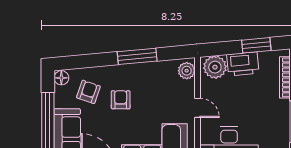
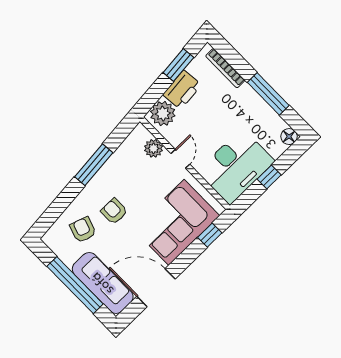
plant: (187, 71) -> (153, 148), moved
floor lamp: (61, 78) -> (51, 239), removed
door: (197, 108) -> (180, 159), hinge flipped

